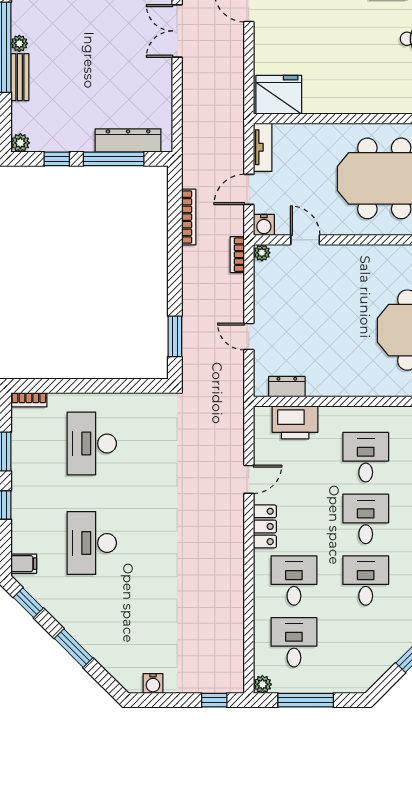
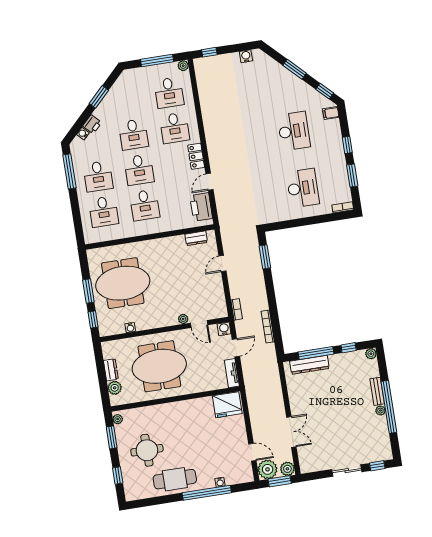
plant: (262, 253) -> (183, 319), moved
door: (249, 337) -> (222, 264), swing flipped
printer: (295, 422) -> (201, 207), moved, turned -90

